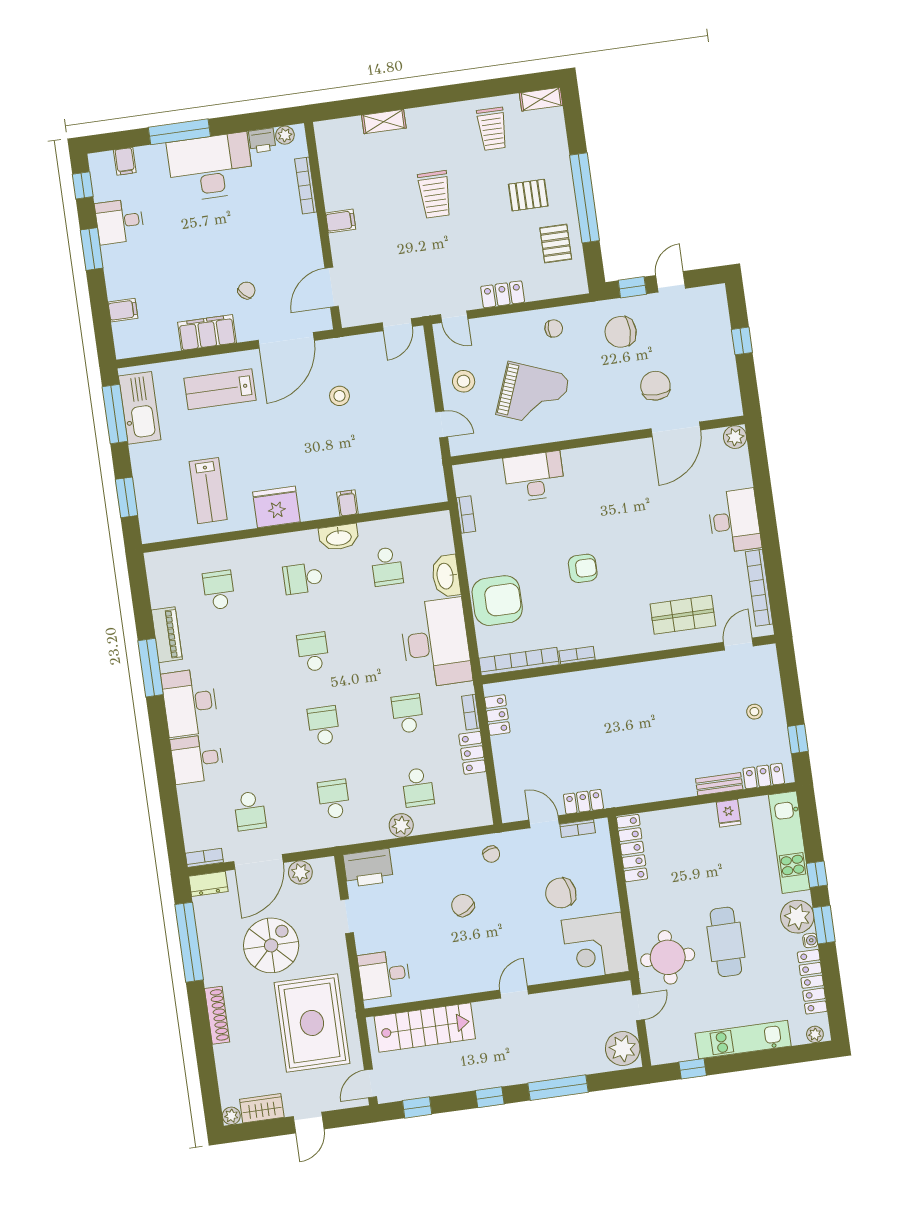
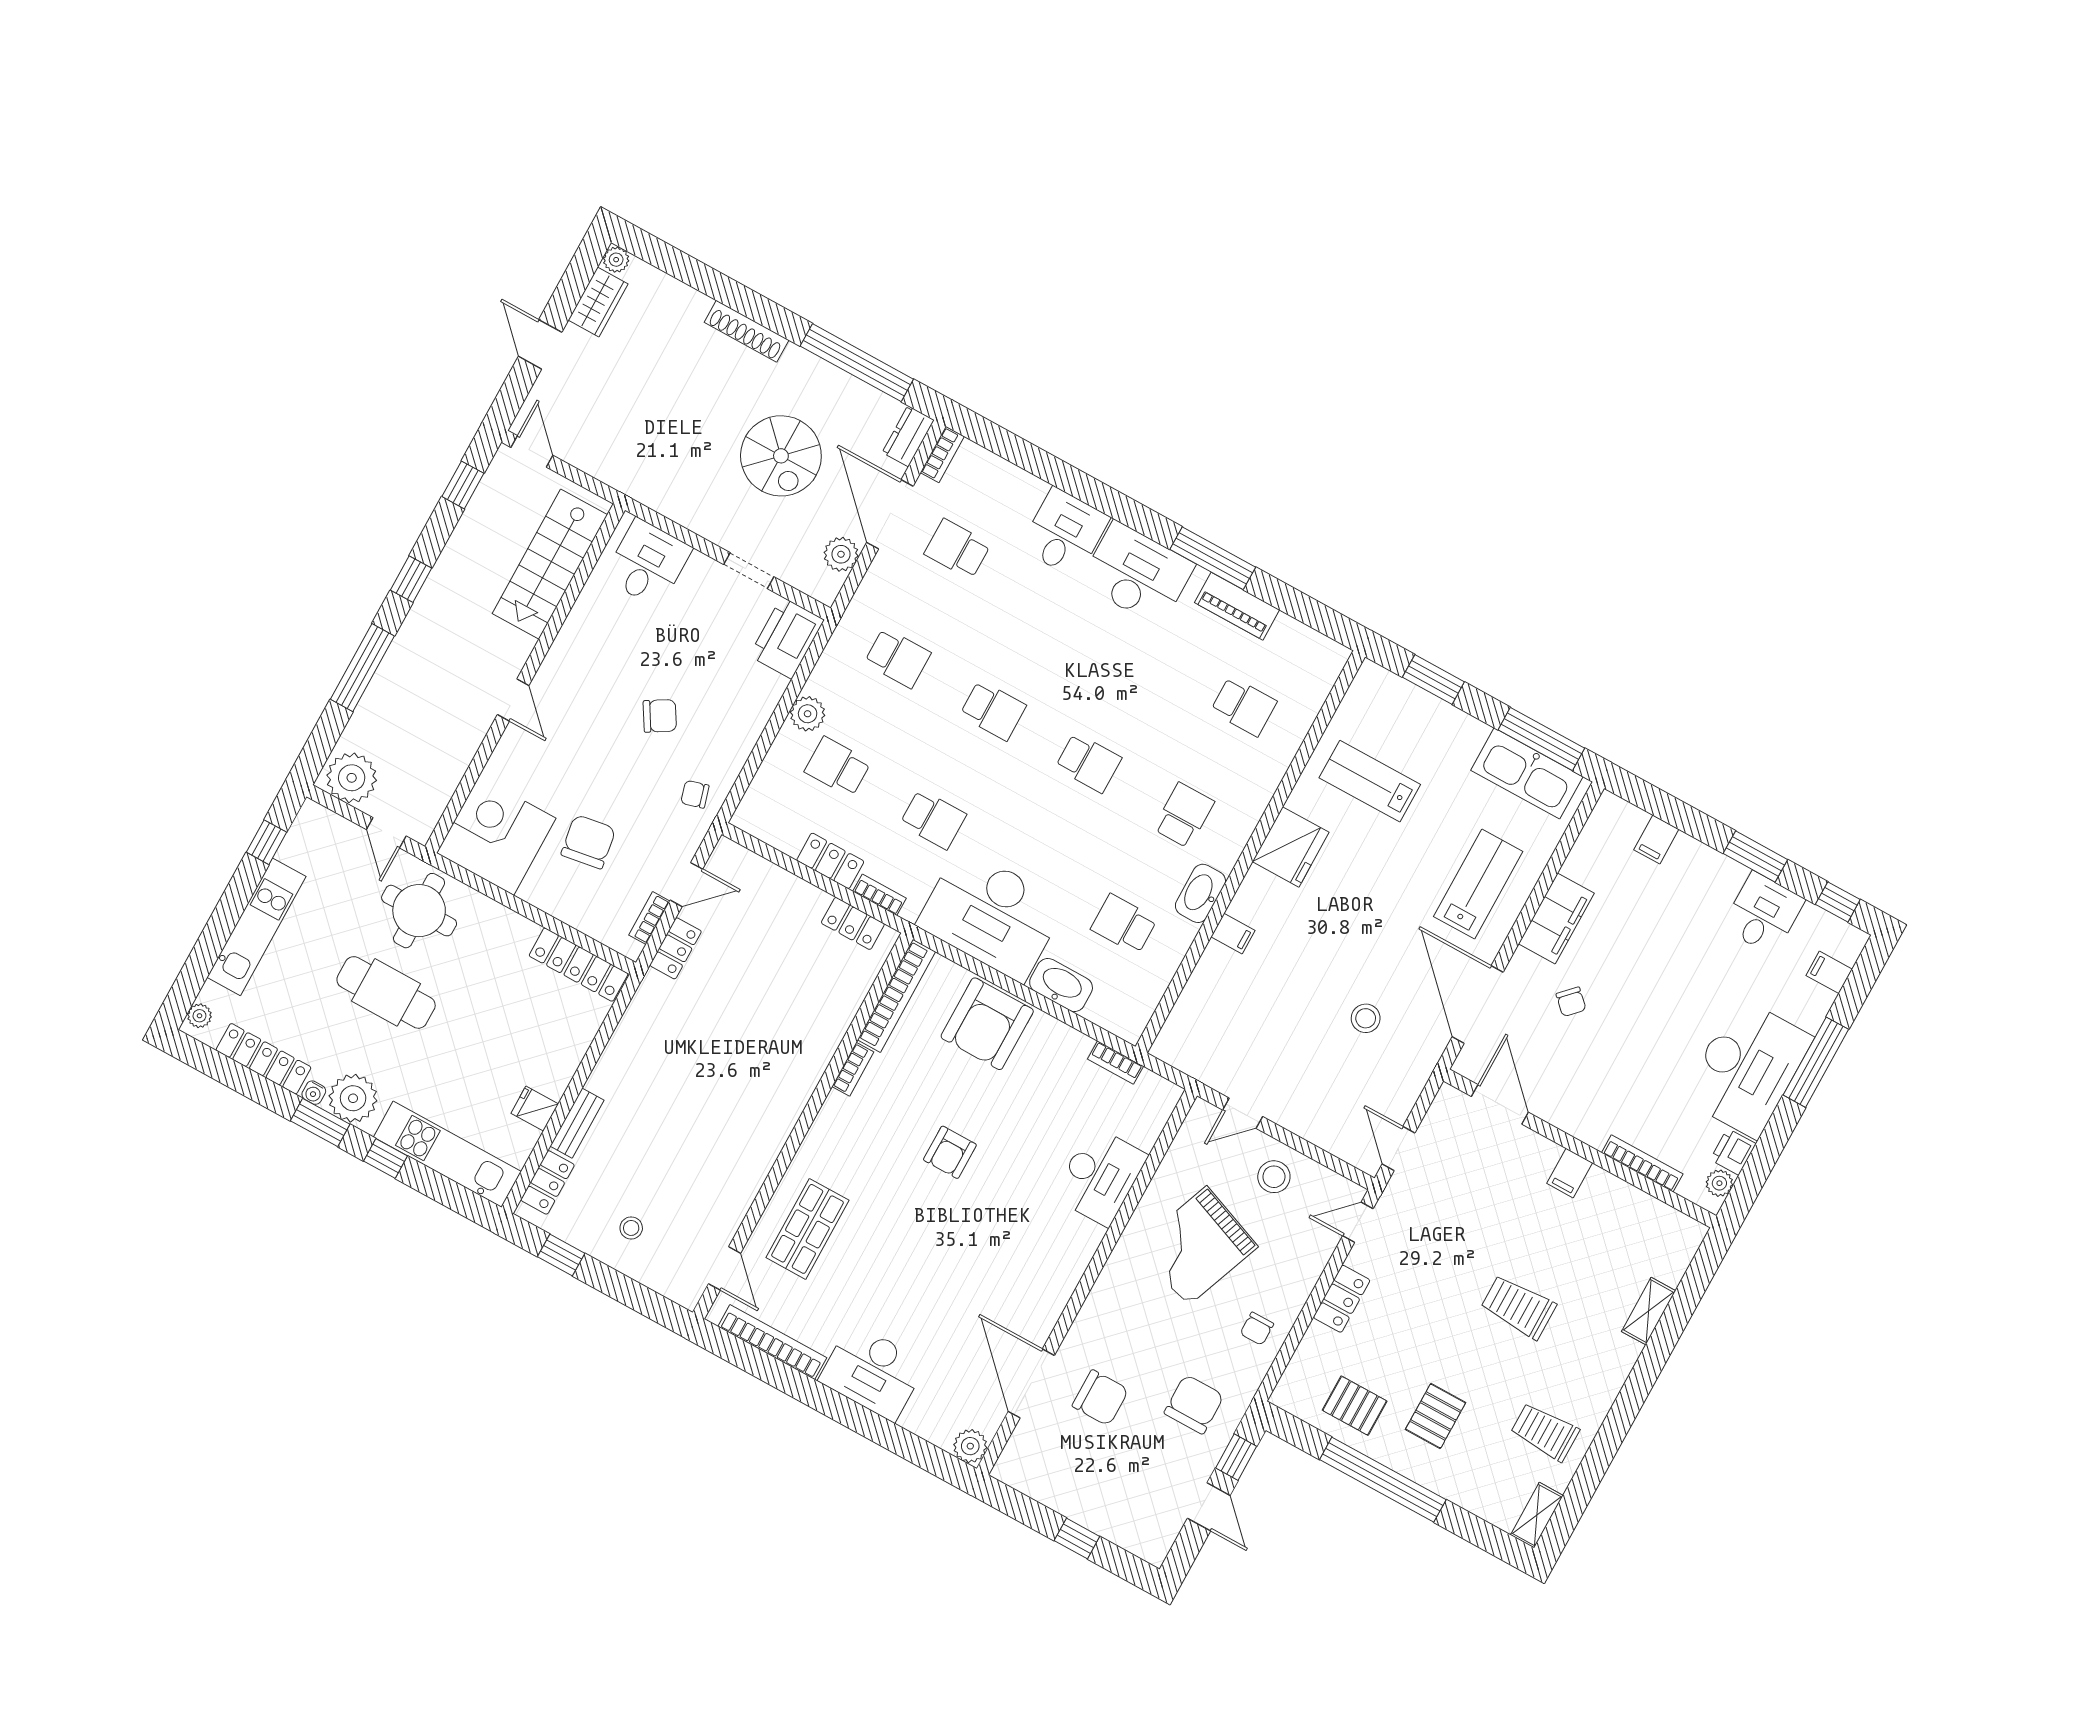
rug: (312, 1023) -> (654, 436), removed

